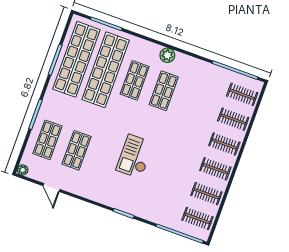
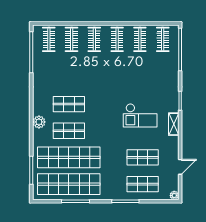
plant: (167, 55) -> (39, 122), moved
checkout: (135, 156) -> (140, 115), moved
shelving: (101, 197) -> (174, 124), added

